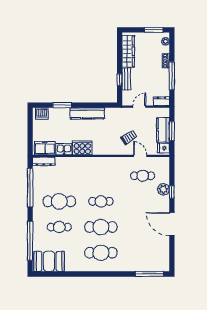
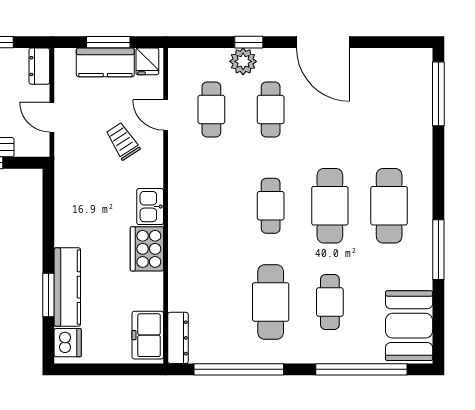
kitchen counter: (87, 113) -> (67, 287), moved
kitchen sink: (64, 149) -> (150, 207), moved
door: (140, 156) -> (166, 115), hinge flipped
cafe table: (143, 201) -> (271, 109), added
door: (172, 224) -> (323, 42), hinge flipped
window: (82, 274) -> (438, 250), added

